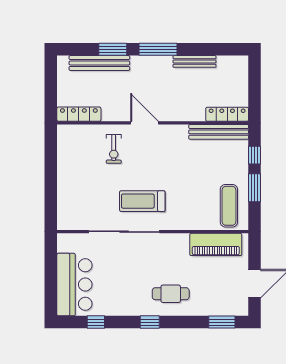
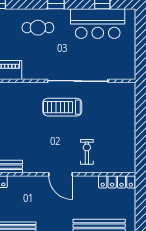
treadmill: (142, 201) -> (62, 107), turned 180
bar counter: (74, 285) -> (98, 24), moved, turned -90

